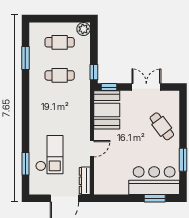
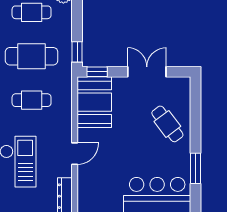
cafe table: (60, 75) -> (32, 56), width x1.37, depth x1.35
cafe table: (60, 108) -> (32, 100), added

